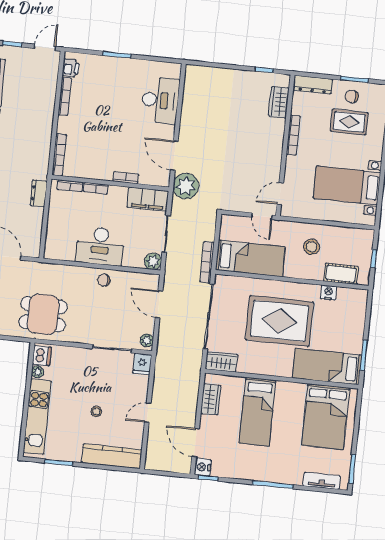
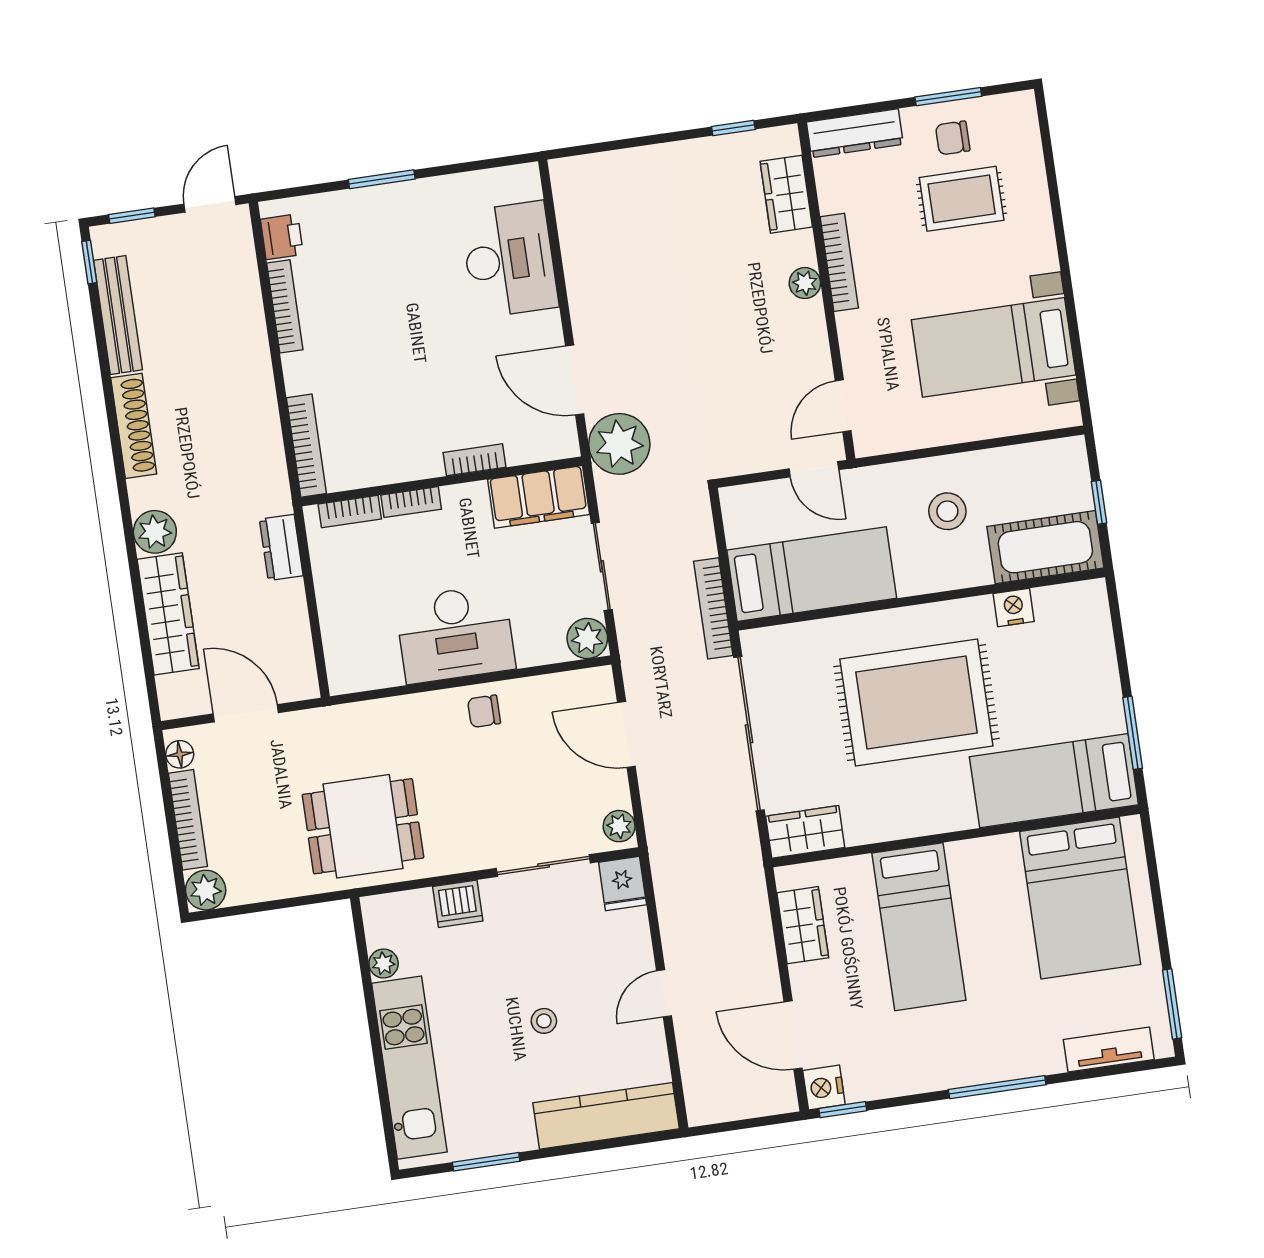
plant: (277, 140) -> (805, 283), added
cot: (341, 274) -> (1045, 547), width x1.37, depth x1.34
dishwasher: (42, 356) -> (458, 904), moved, turned 90

